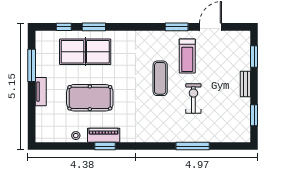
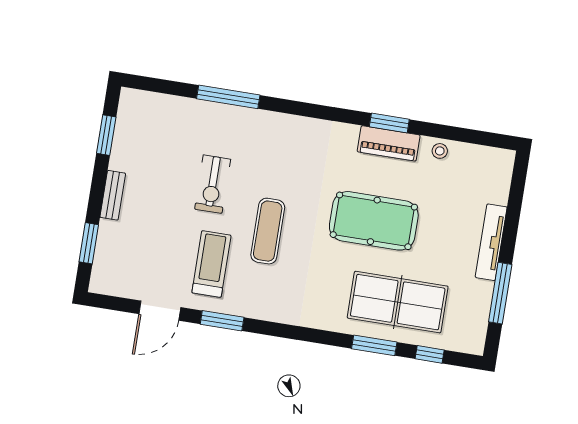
tv unit: (41, 92) -> (491, 242), width x1.41
pool table: (90, 98) -> (374, 221), moved

